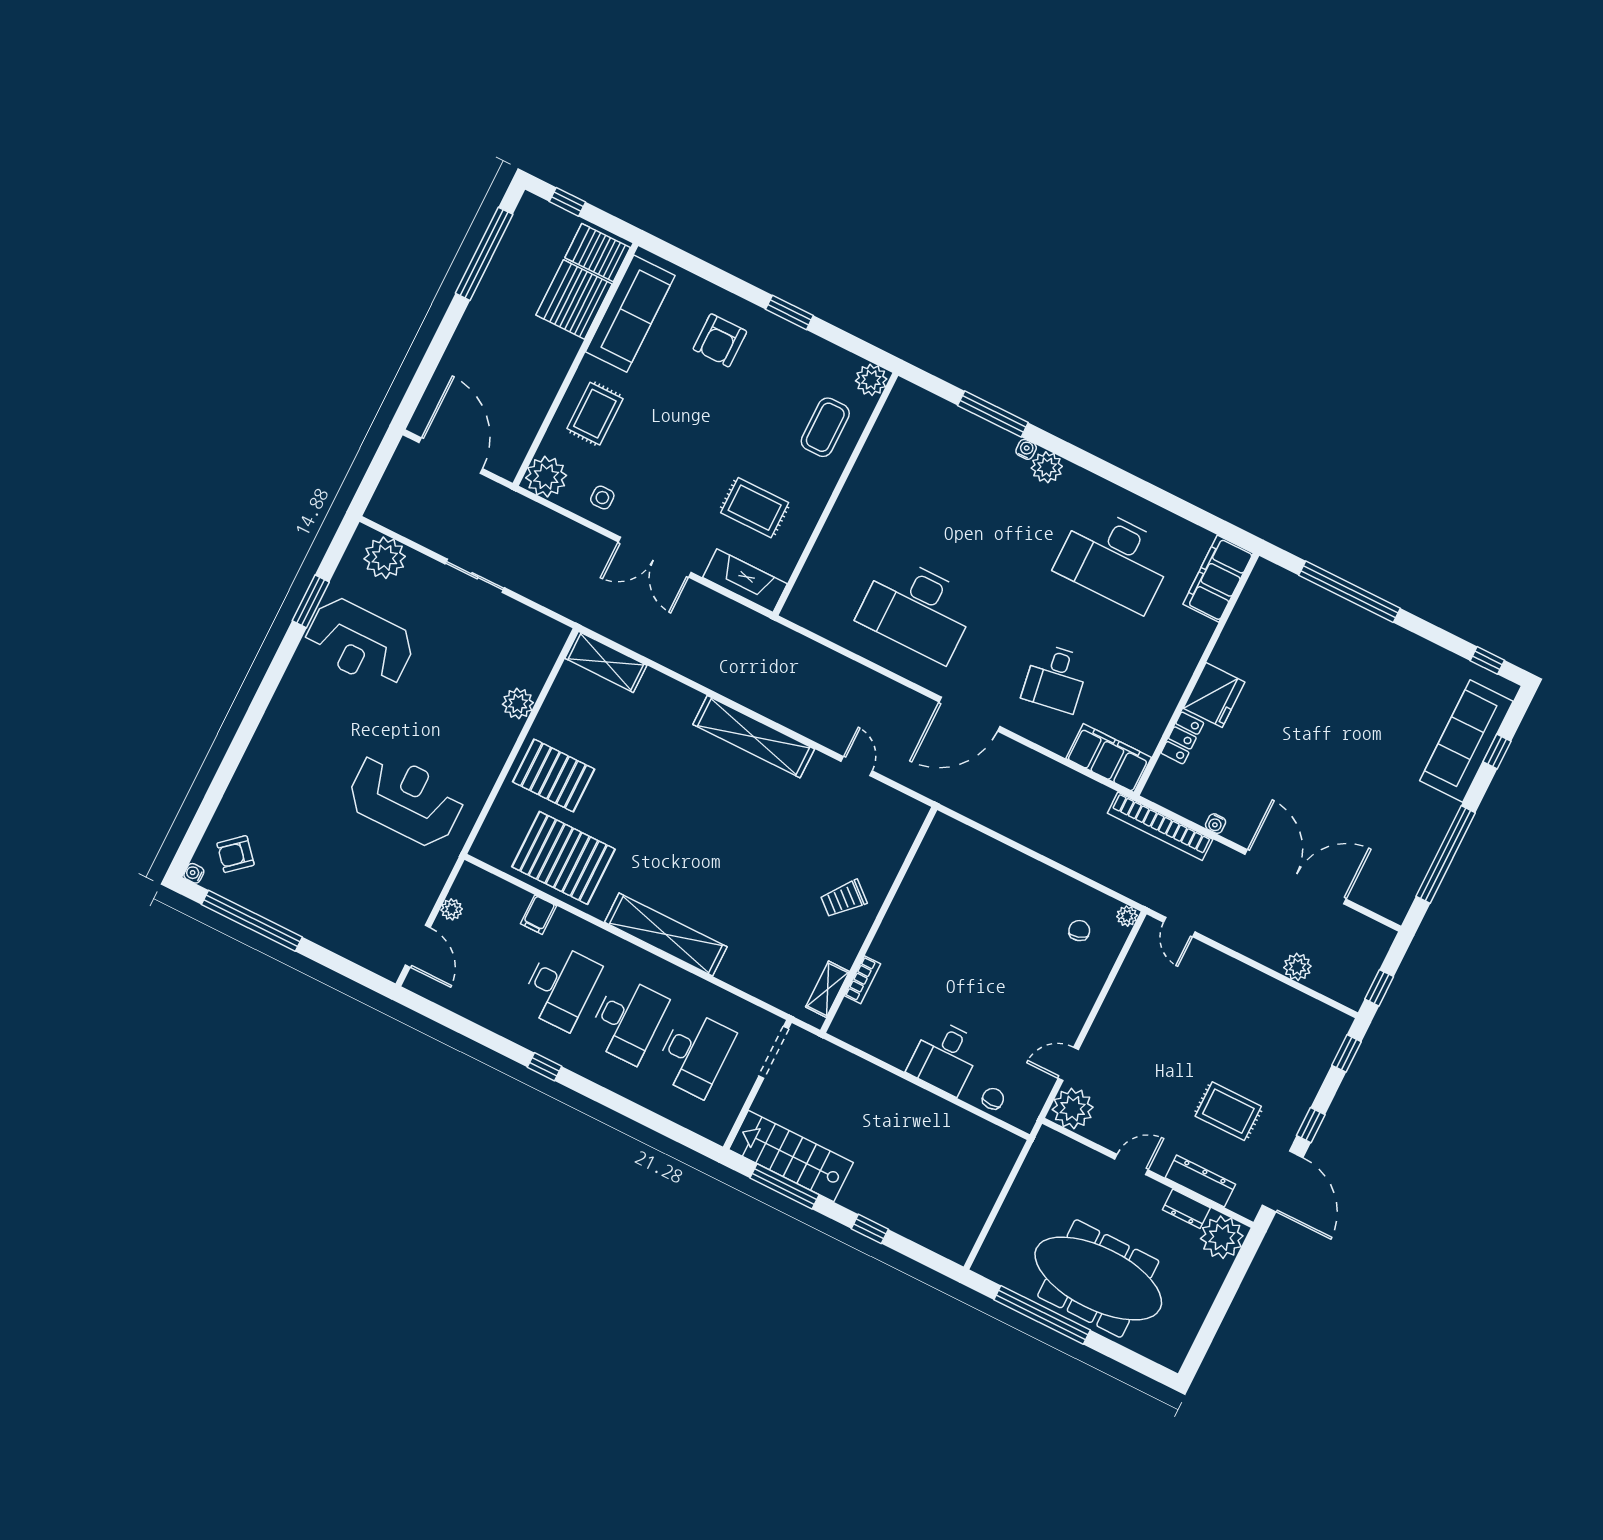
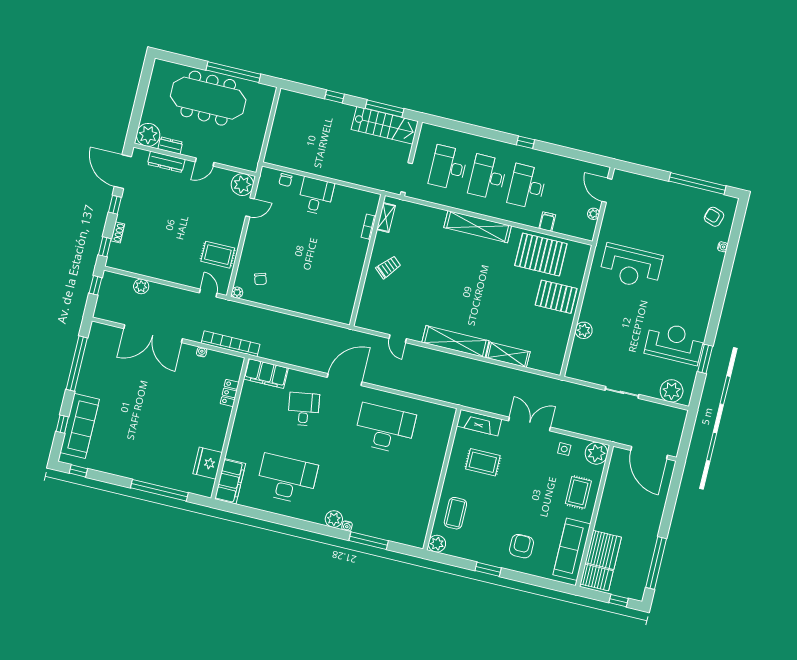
shelving: (606, 662) -> (508, 355), moved
fridge: (1214, 695) -> (208, 463), moved
armchair: (236, 854) -> (714, 217), turned -121
water cooler: (194, 873) -> (723, 247), moved
shoe rack: (1317, 1074) -> (118, 232), added
rug: (1228, 1111) -> (218, 255), moved

